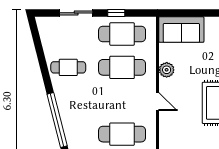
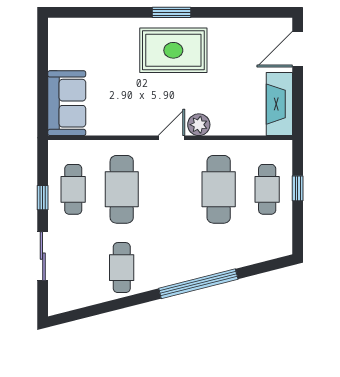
cafe table: (122, 34) -> (73, 189), width x0.73, depth x0.74
plant: (167, 70) -> (199, 125), moved

